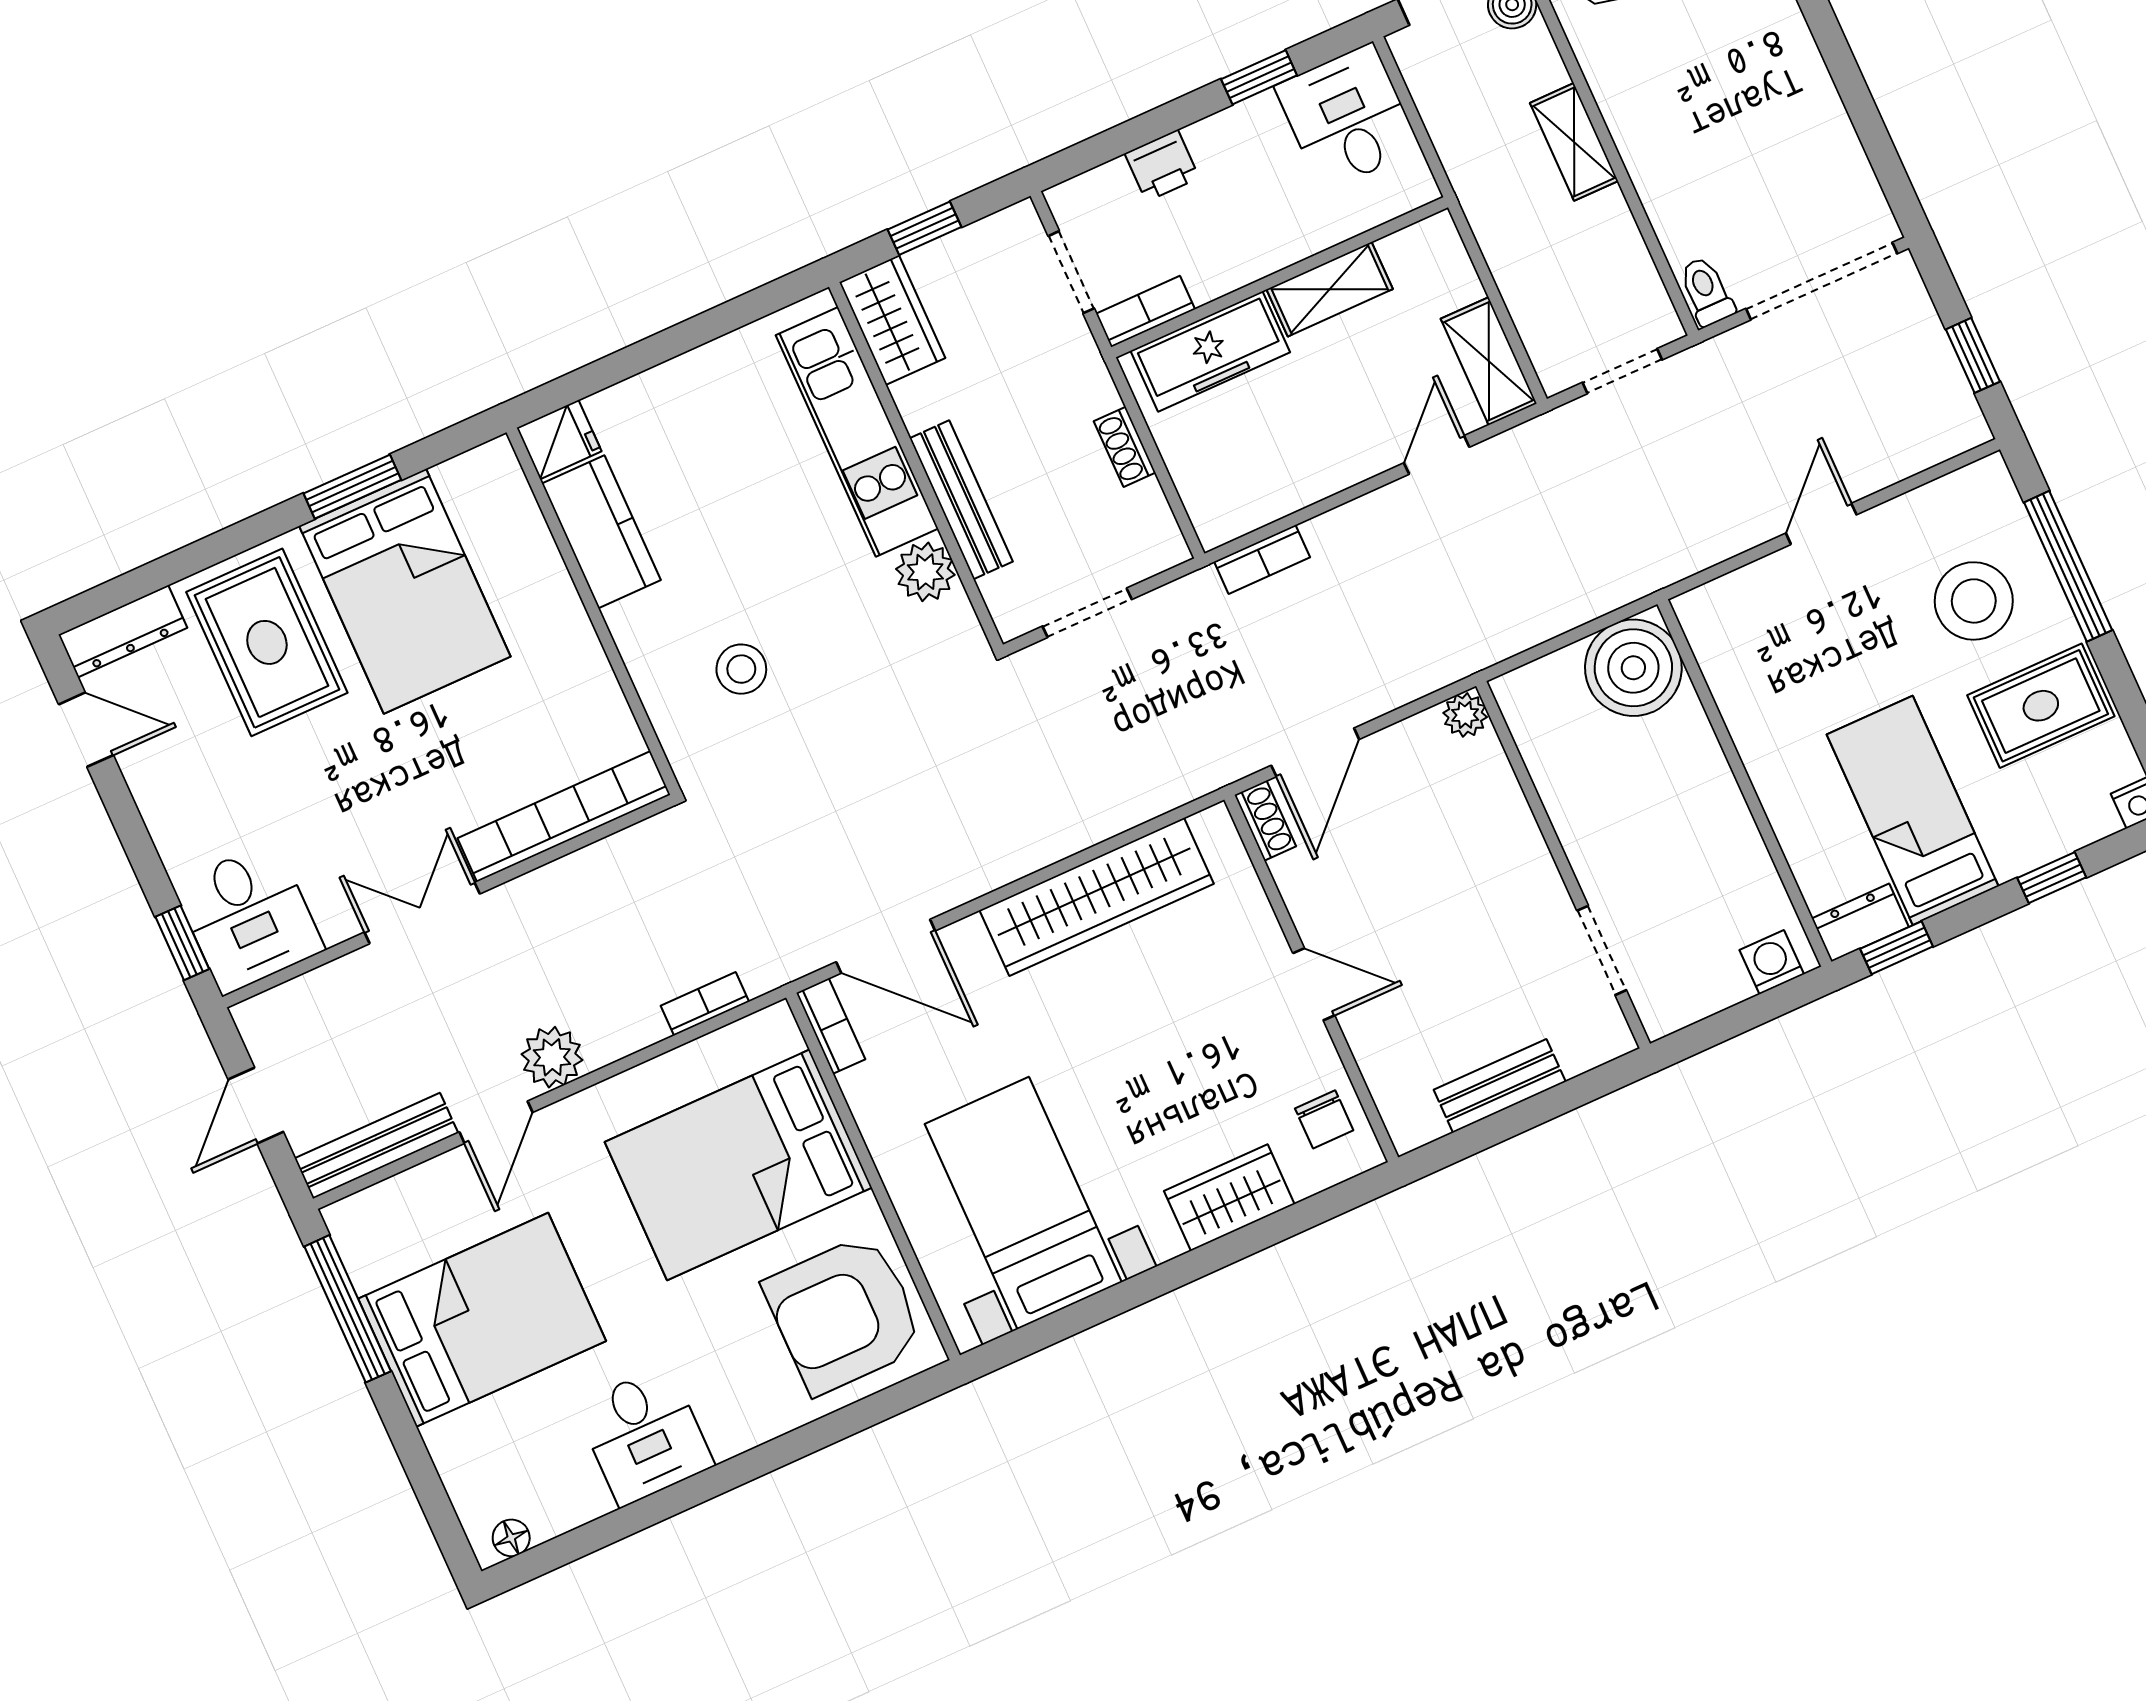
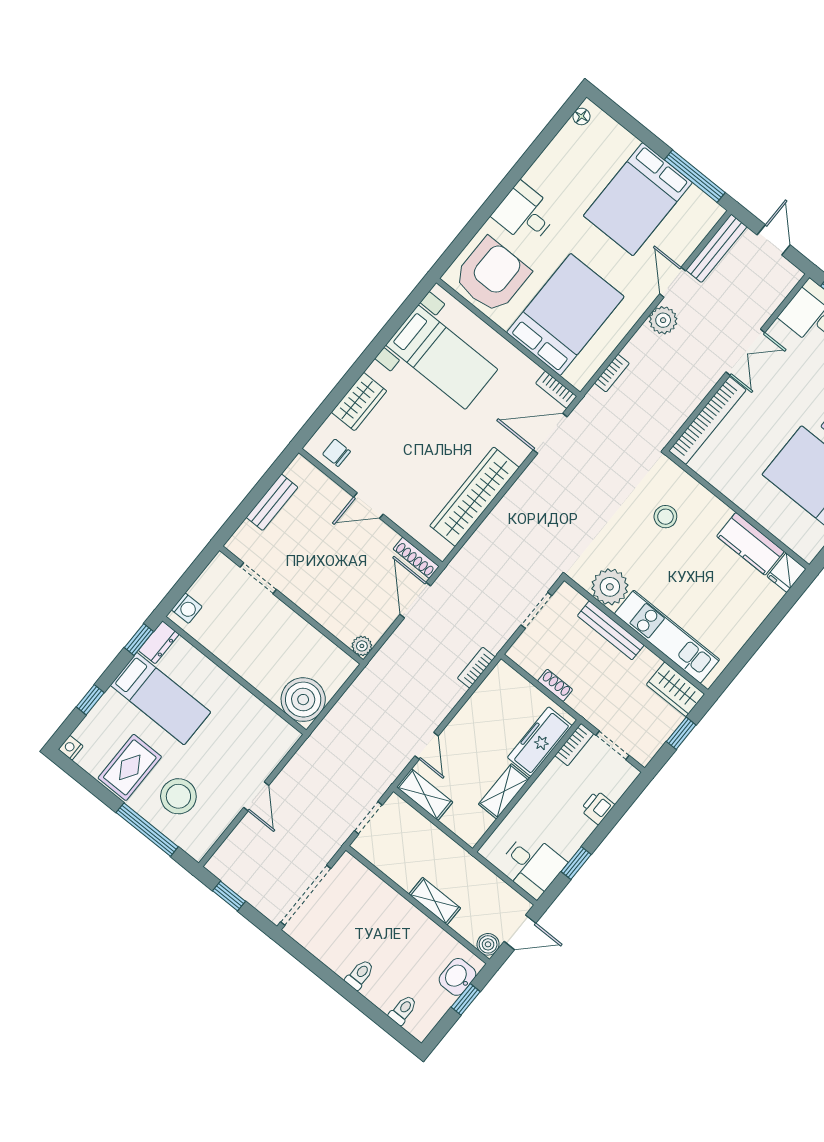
toilet: (1706, 291) -> (360, 975), moved, turned -90
plant: (925, 572) -> (610, 587), width x1.36, depth x1.36
shoe rack: (1265, 821) -> (416, 558), width x1.43
desk: (644, 1435) -> (525, 214), moved

